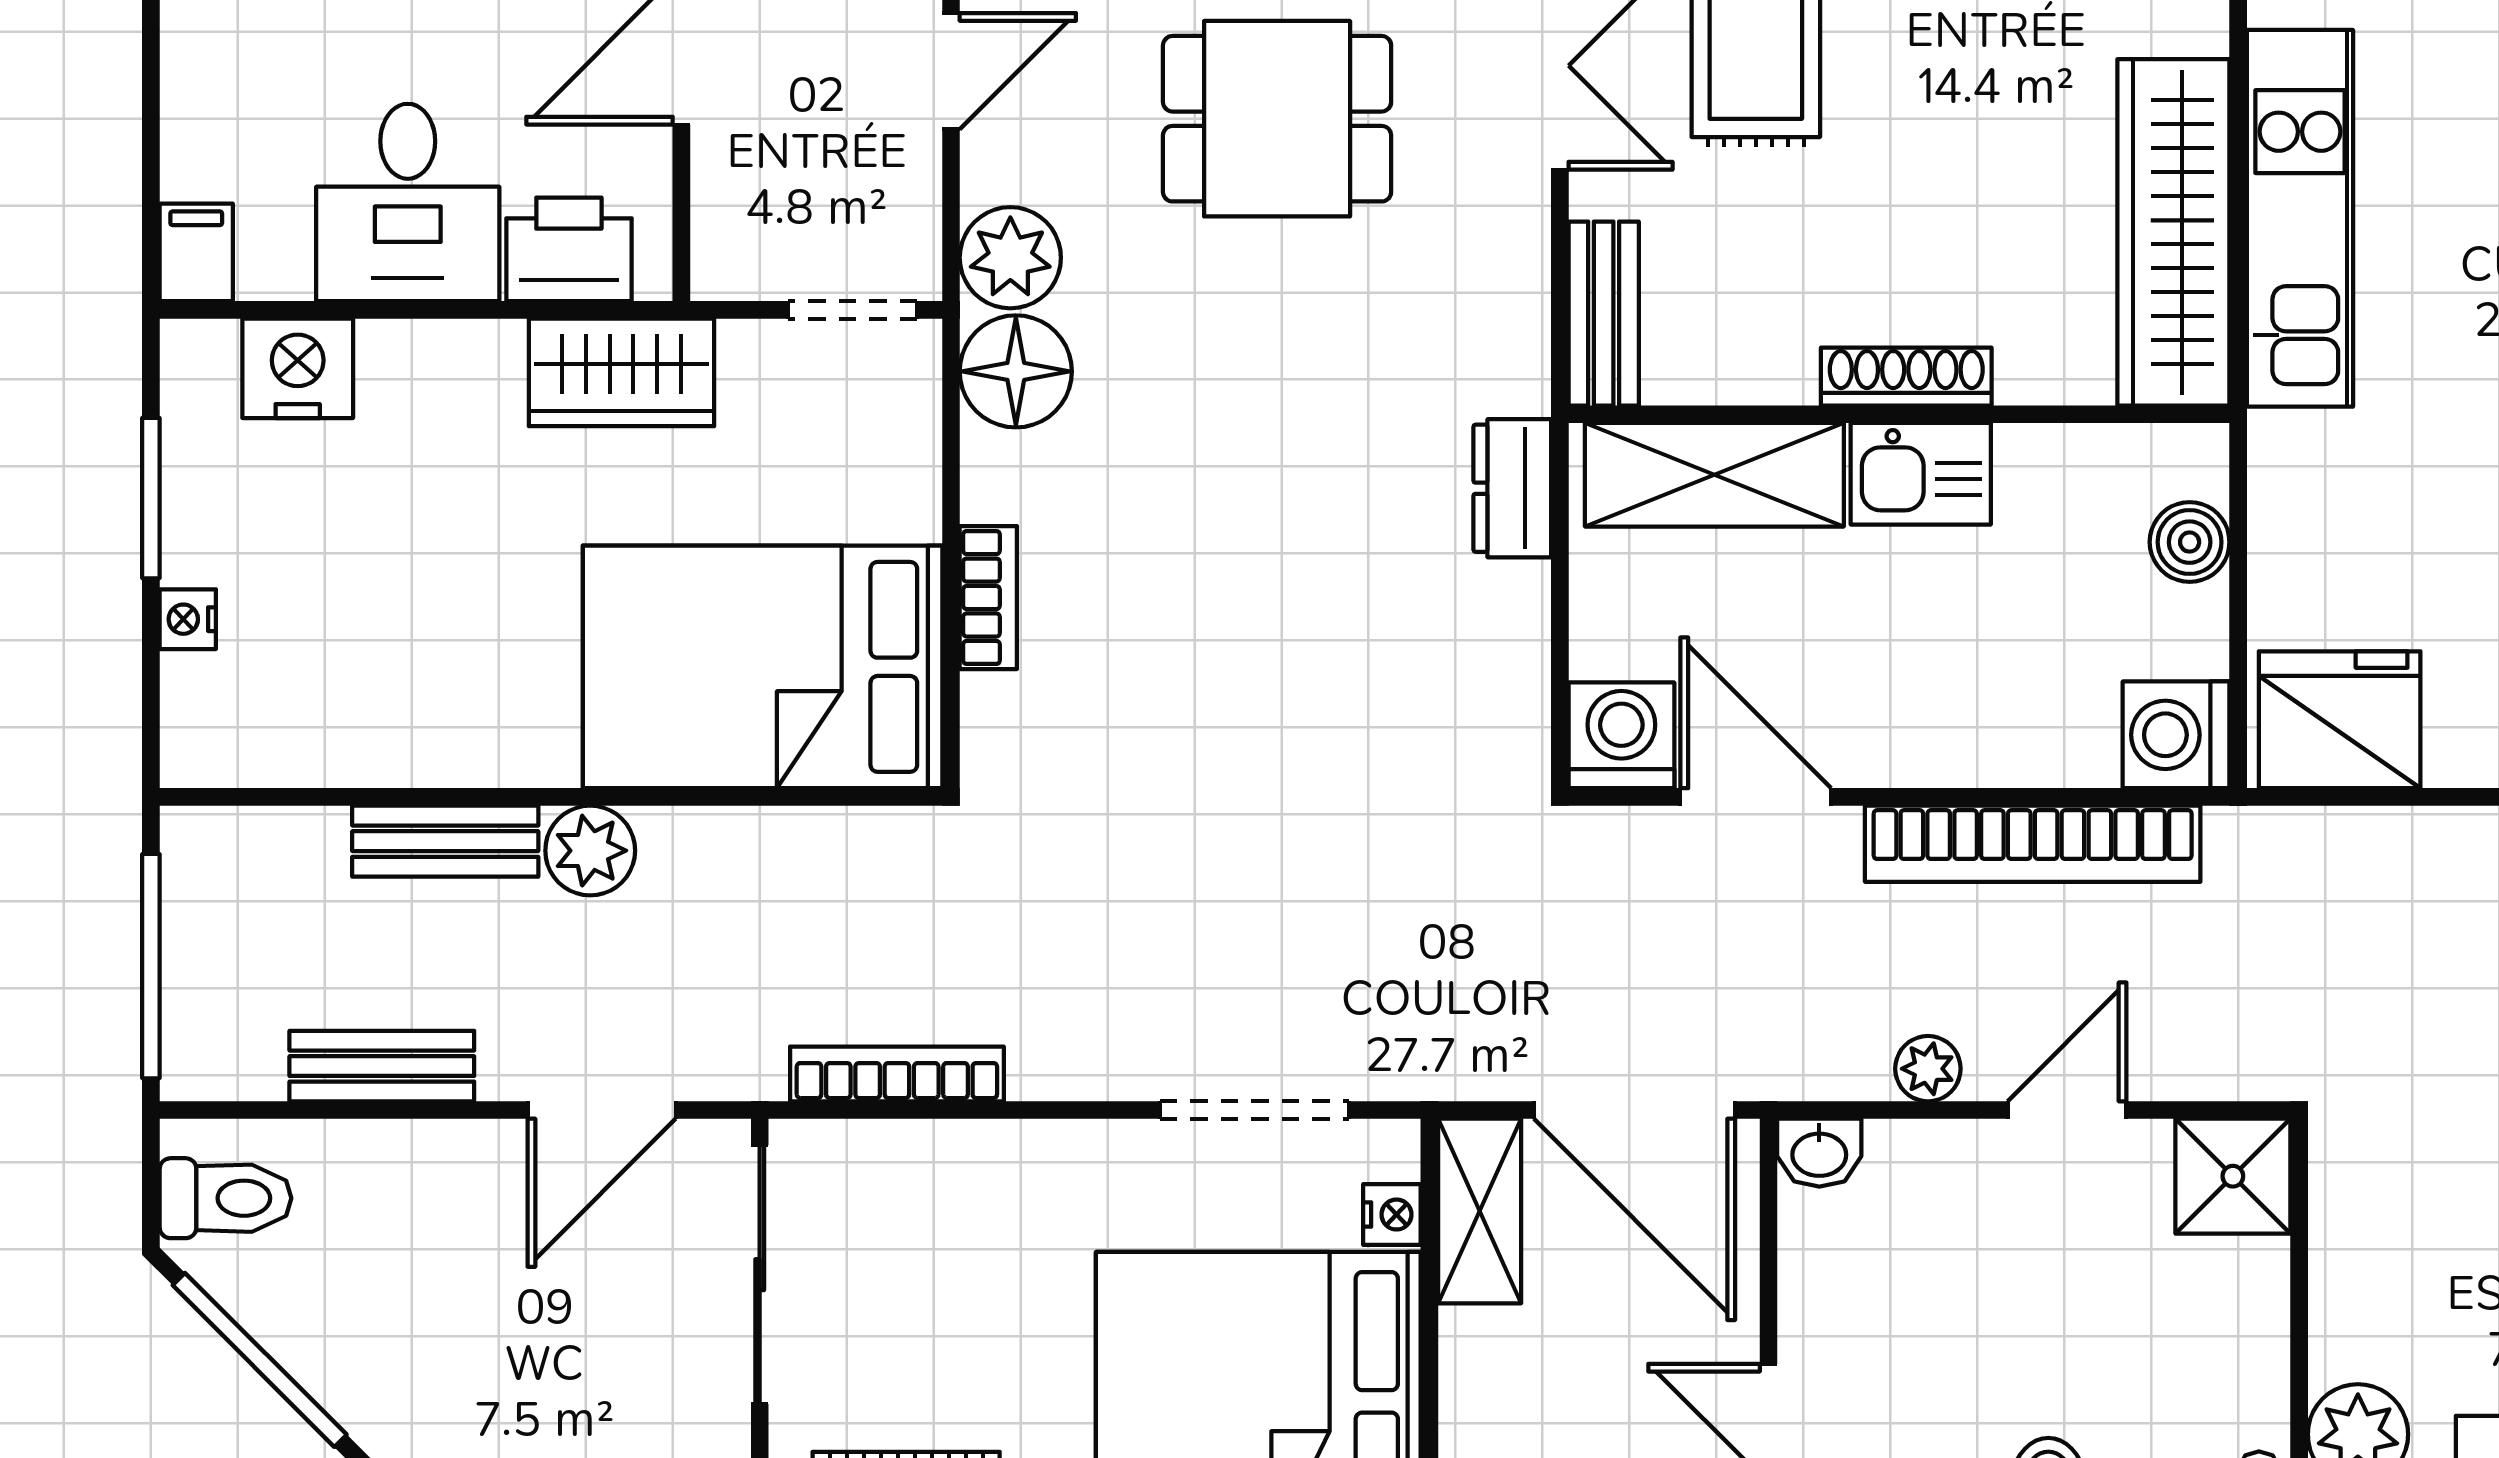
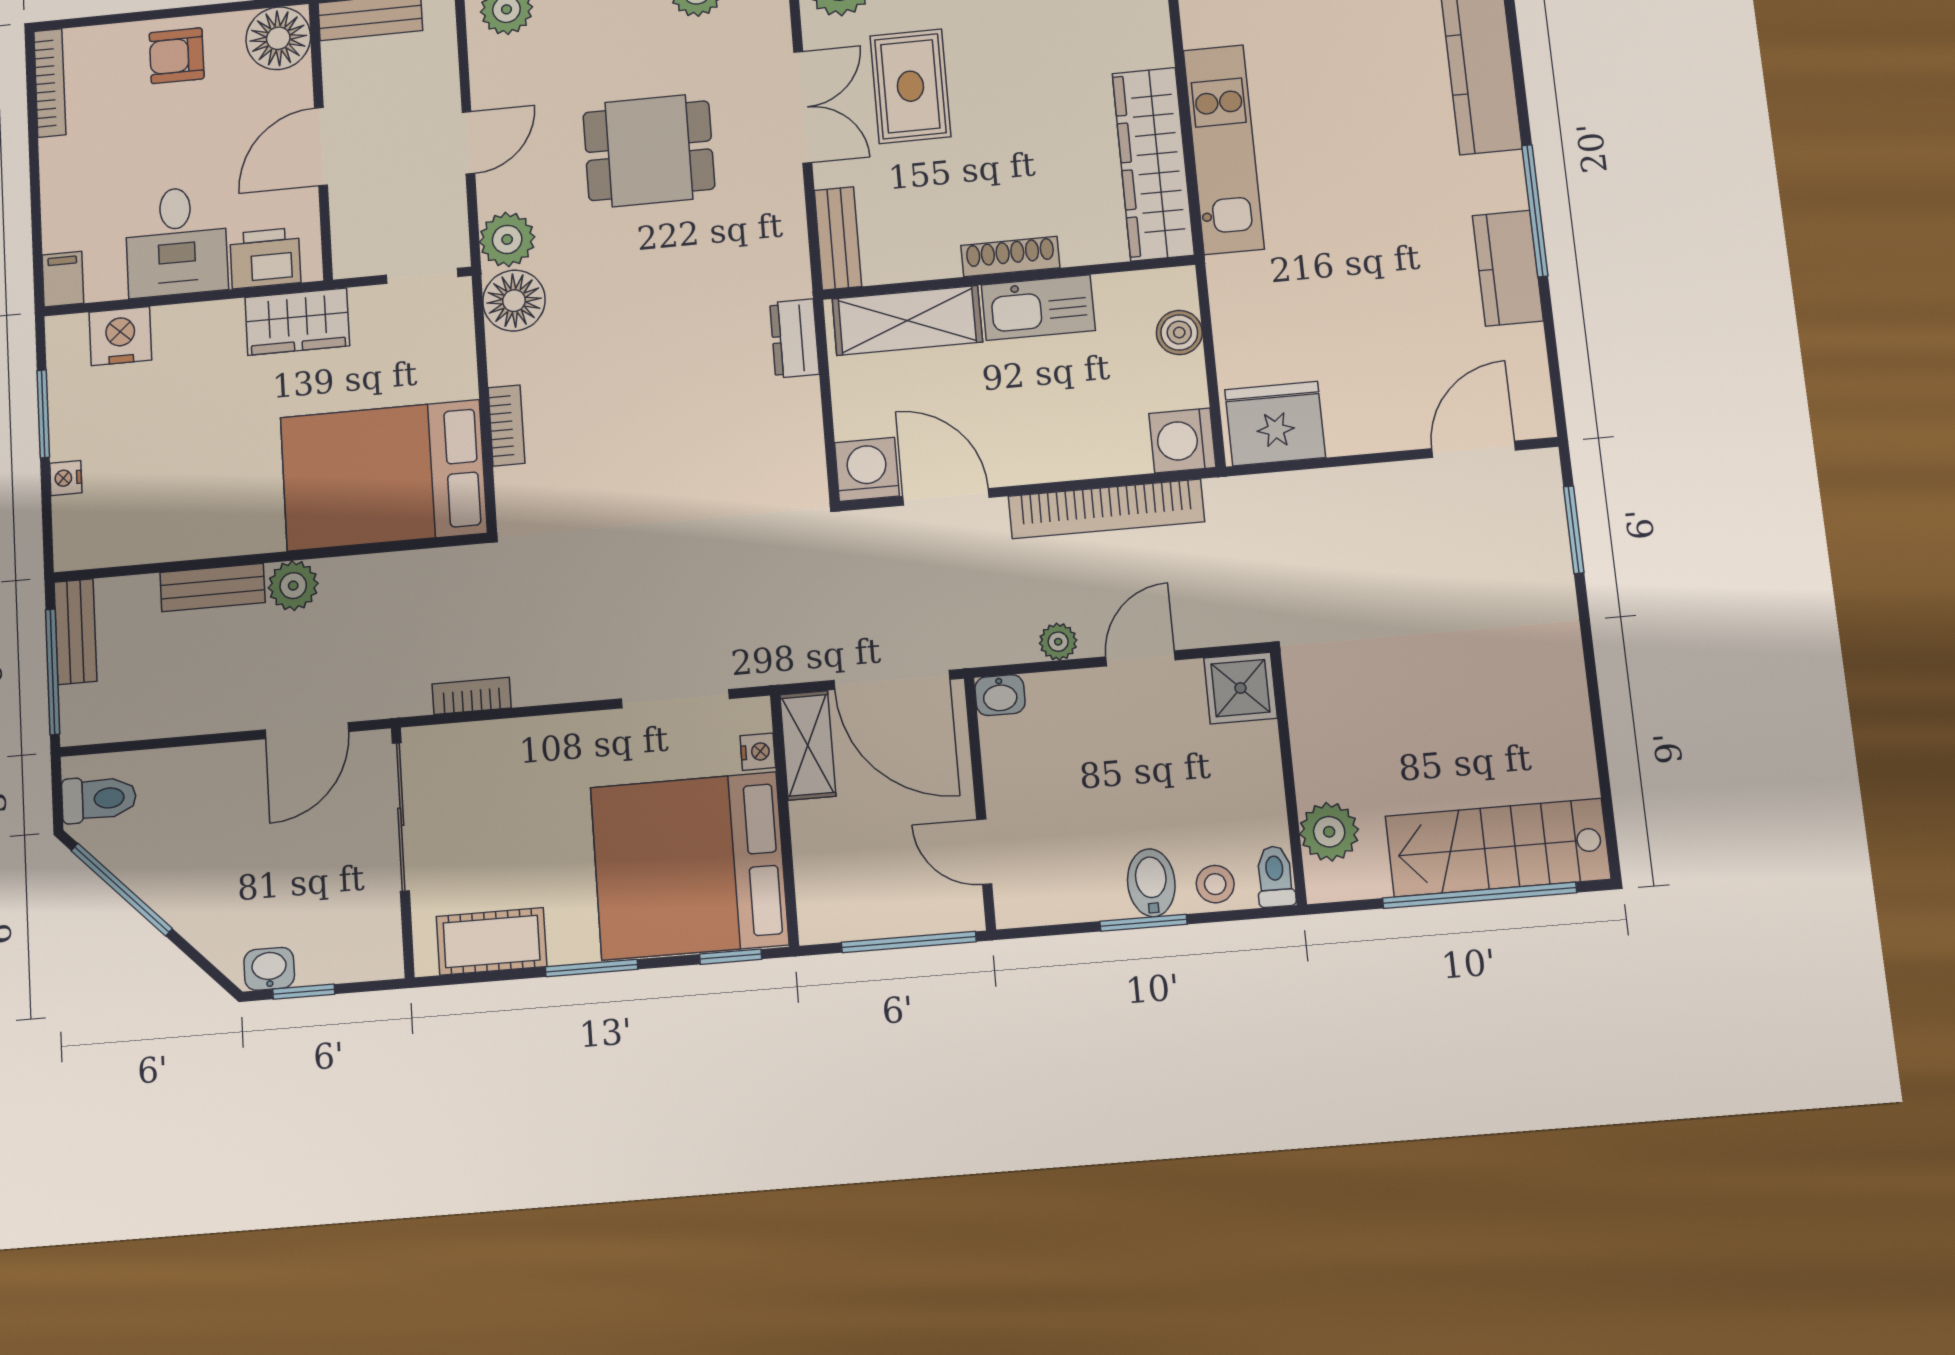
kitchen sink: (1921, 474) -> (1038, 308), width x1.38
bench: (382, 1066) -> (75, 632), moved, turned 90
bookcase: (897, 1074) -> (472, 696), width x0.64

